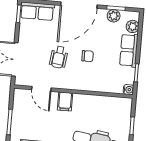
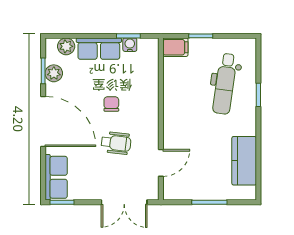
water cooler: (128, 90) -> (130, 45), moved
filing cabinet: (65, 102) -> (175, 47), moved

